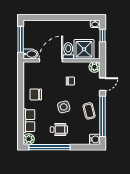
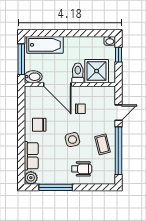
bathtub: (41, 27) -> (45, 45), added
door: (51, 60) -> (57, 84), swing flipped
plant: (94, 67) -> (109, 92), removed
wheelchair: (59, 130) -> (82, 169), moved
water cooler: (95, 139) -> (109, 178), removed
window: (50, 147) -> (56, 187), width x0.68

